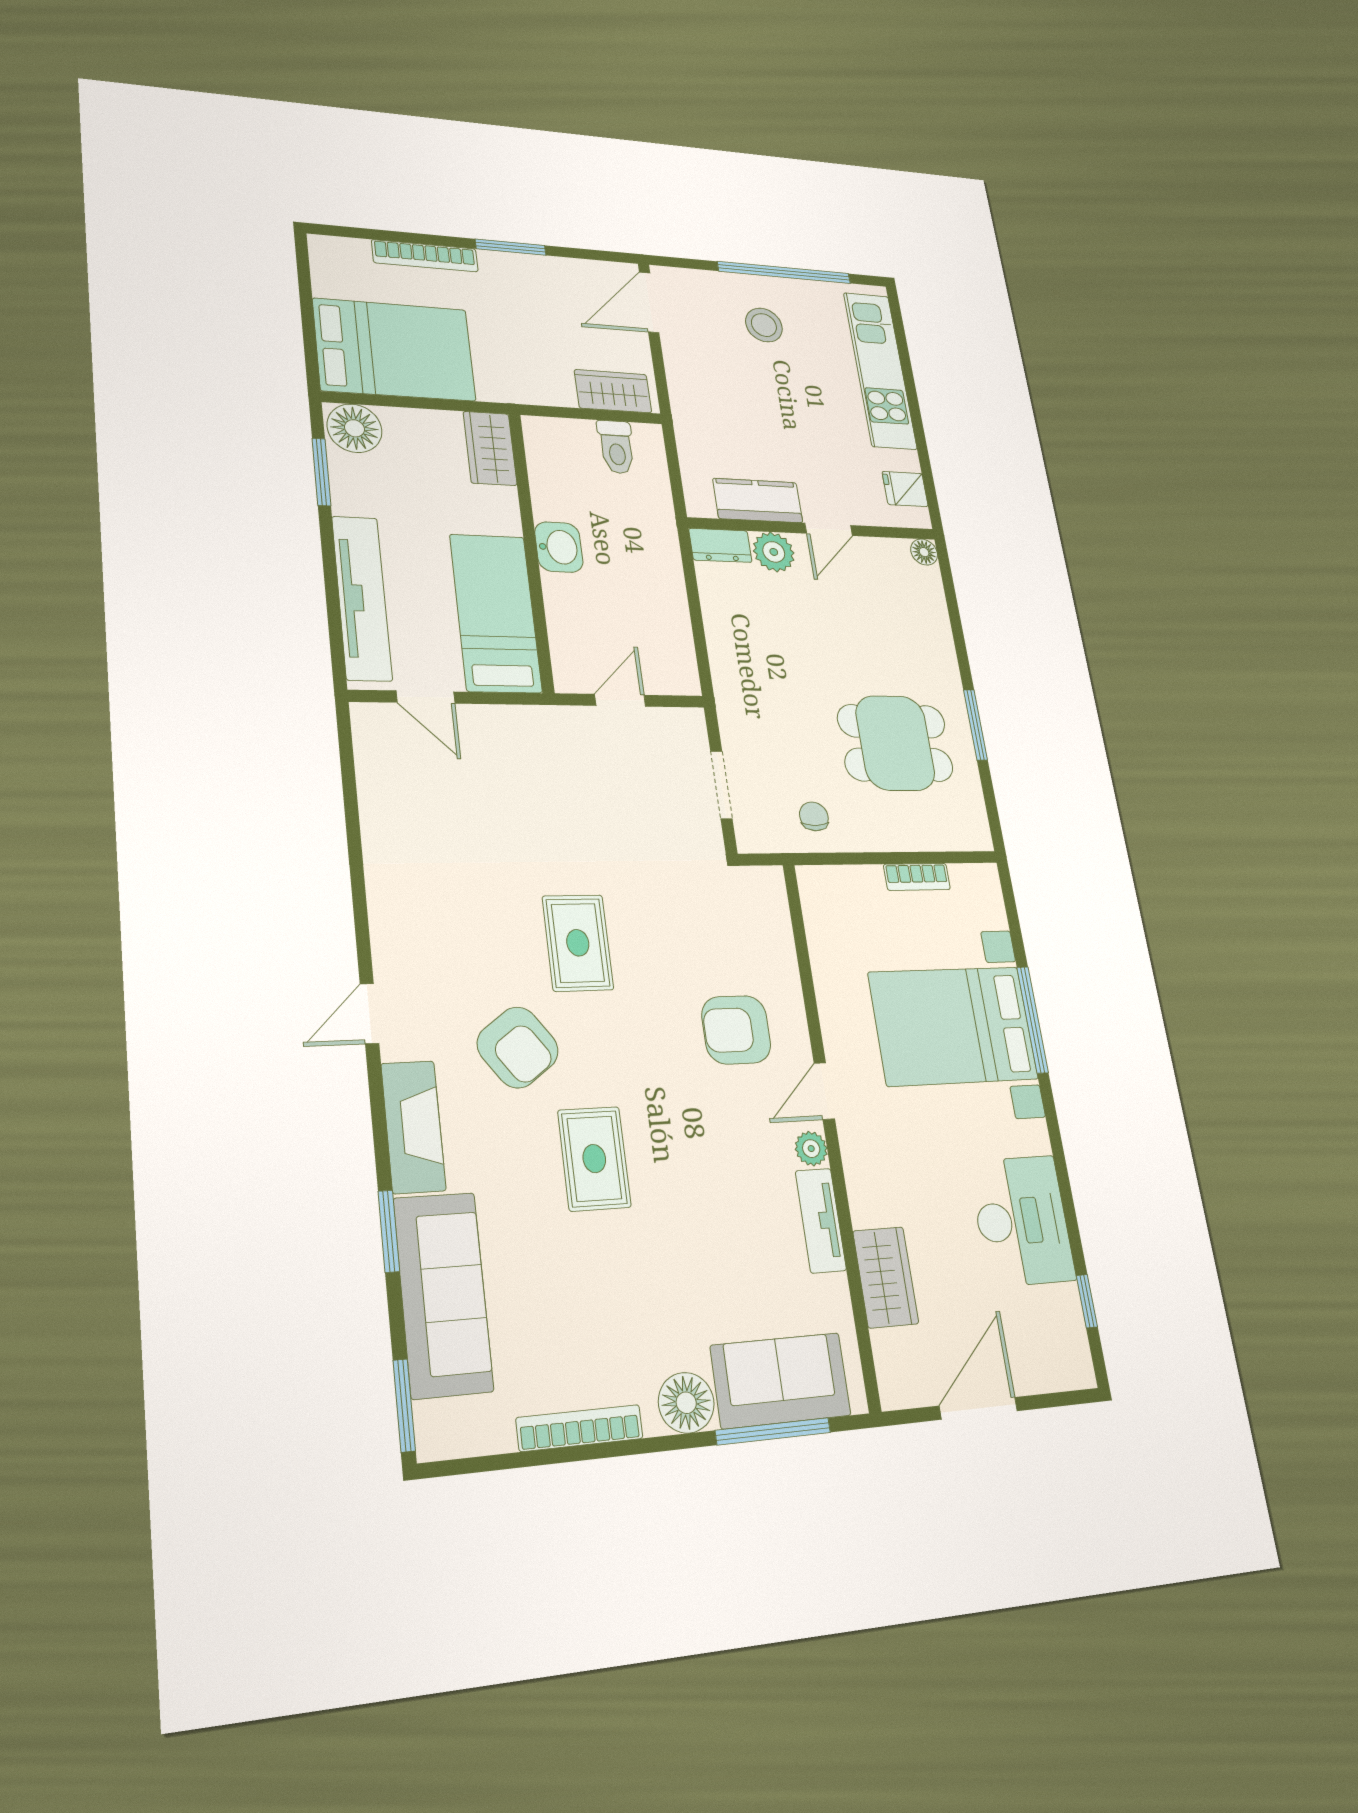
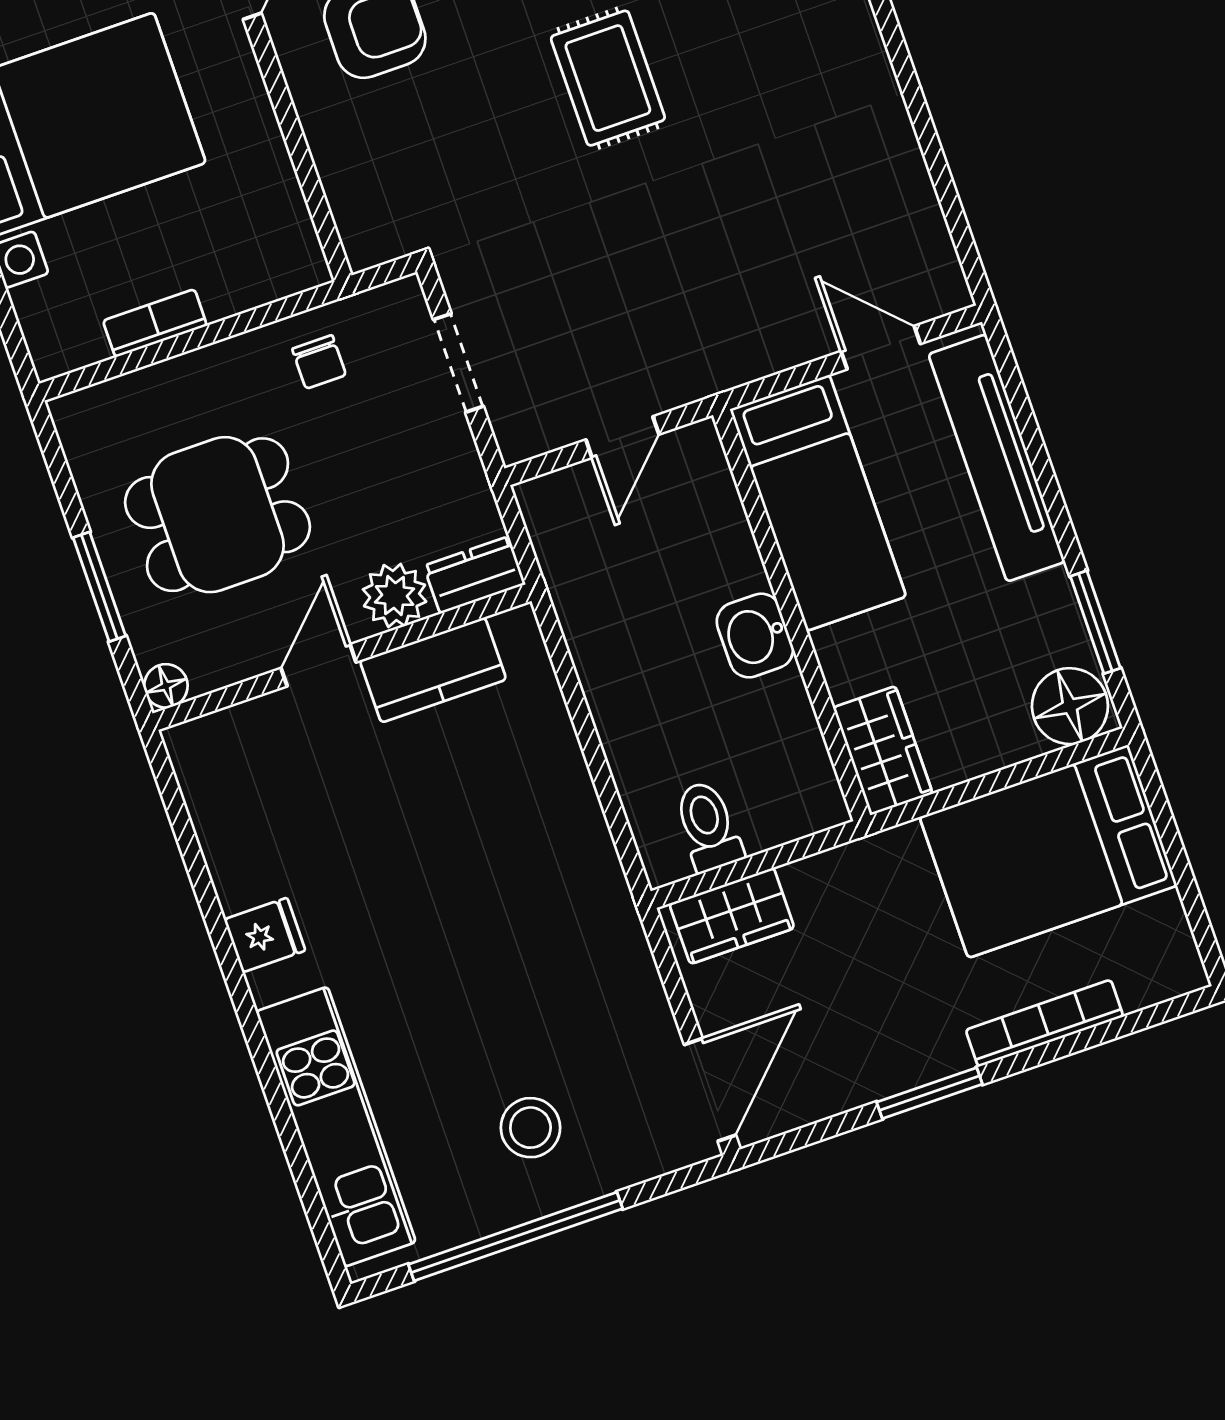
kitchen counter: (758, 501) -> (433, 670), moved
wall: (813, 529) -> (342, 657), moved
door: (829, 529) -> (319, 665), moved
dresser: (720, 545) -> (475, 575), moved
plant: (774, 552) -> (395, 596), moved
floor lamp: (924, 552) -> (166, 686), moved

